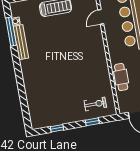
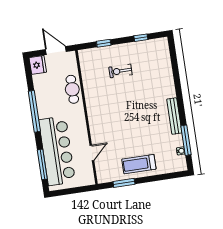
bench: (21, 42) -> (174, 116), moved
exercise bike: (95, 104) -> (121, 71), moved

